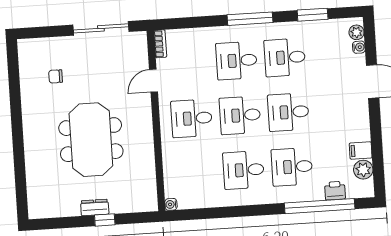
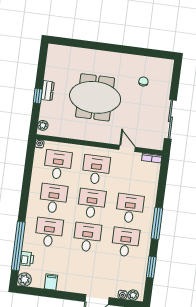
plant: (363, 170) -> (24, 279), moved
desk: (195, 173) -> (58, 165), added
plant: (144, 205) -> (43, 125), added

